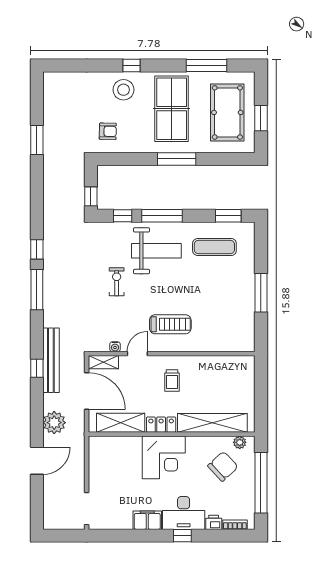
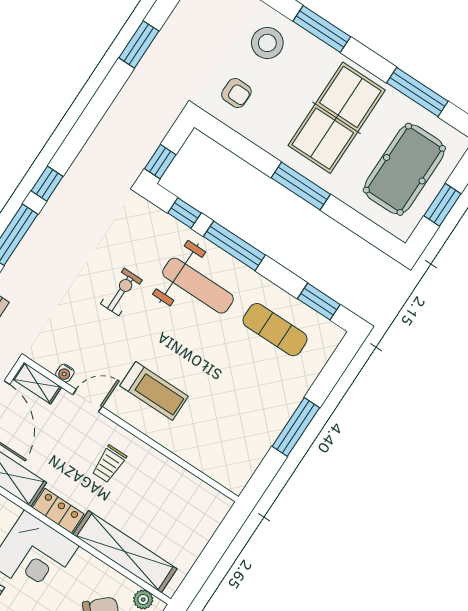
window: (131, 65) -> (322, 29), width x2.17
stool: (123, 90) -> (267, 43), moved

